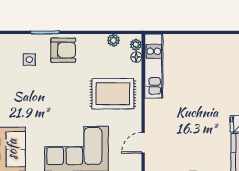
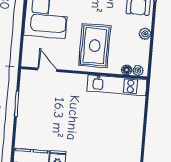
plant: (113, 40) -> (145, 34), moved

